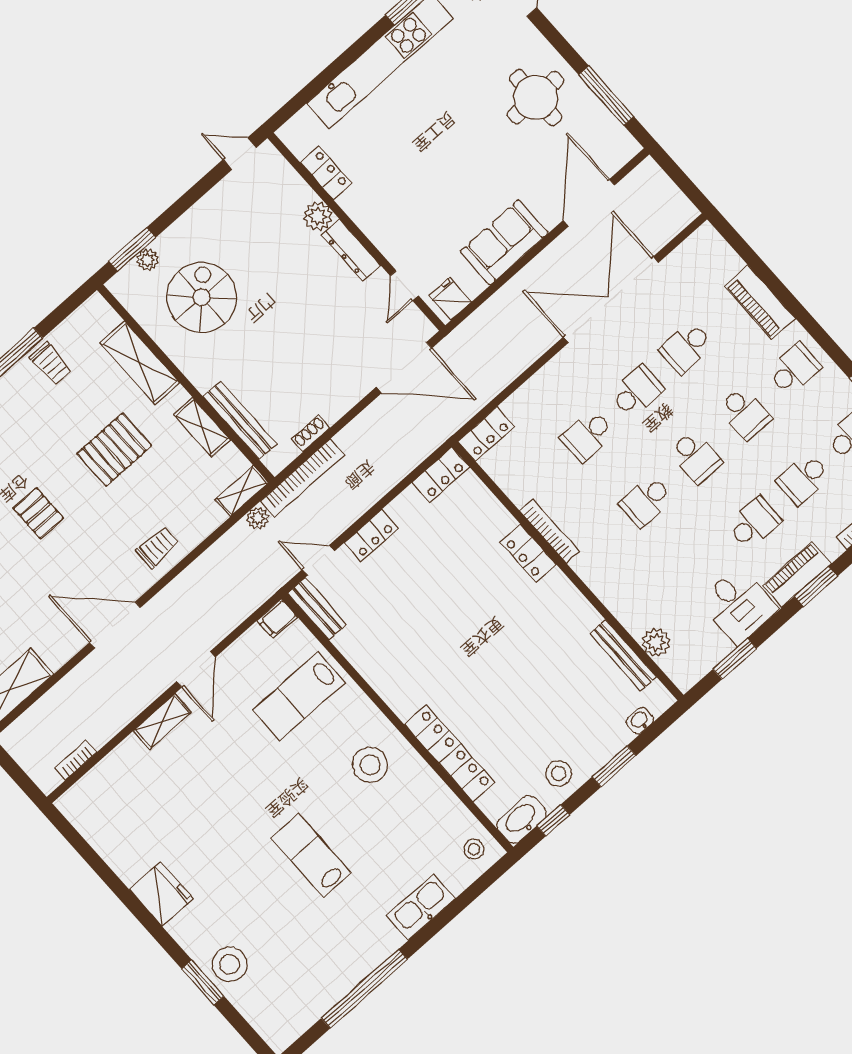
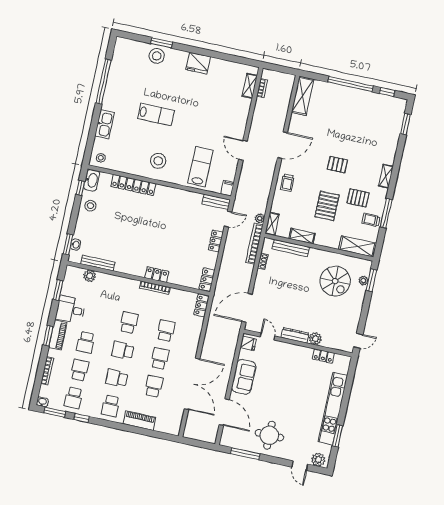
shelving: (140, 363) -> (358, 246), moved
school desk: (637, 391) -> (160, 358), turned 180
pallet: (45, 422) -> (358, 198), added
shelving: (162, 722) -> (250, 86), moved
window: (614, 766) -> (68, 244), moved

